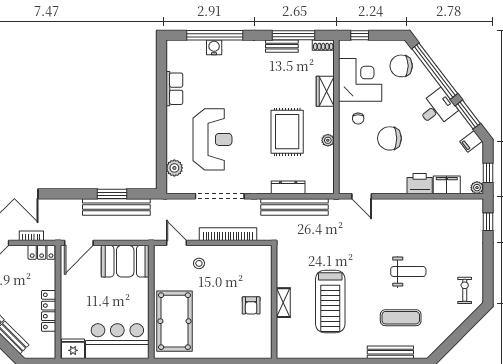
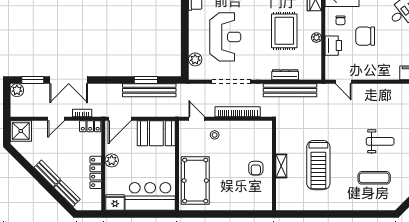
printer: (420, 184) -> (333, 46), moved, turned 90
plant: (69, 296) -> (112, 160), added
bench: (390, 352) -> (366, 205), removed

